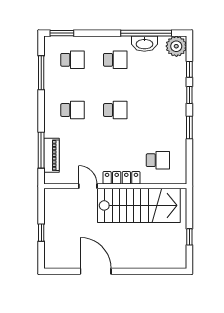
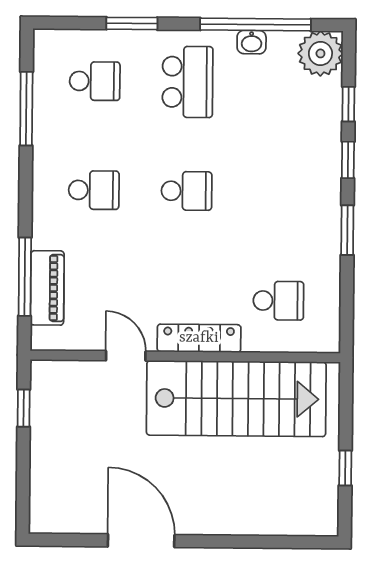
window: (62, 33) -> (132, 23), moved
washbasin: (144, 44) -> (252, 42), width x0.52, depth x0.69
school desk: (115, 60) -> (188, 82), width x1.85
window: (41, 233) -> (24, 408), moved

